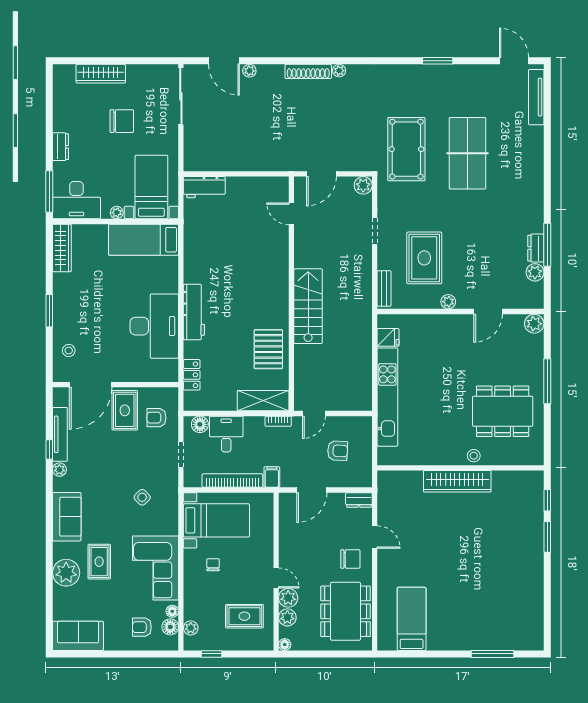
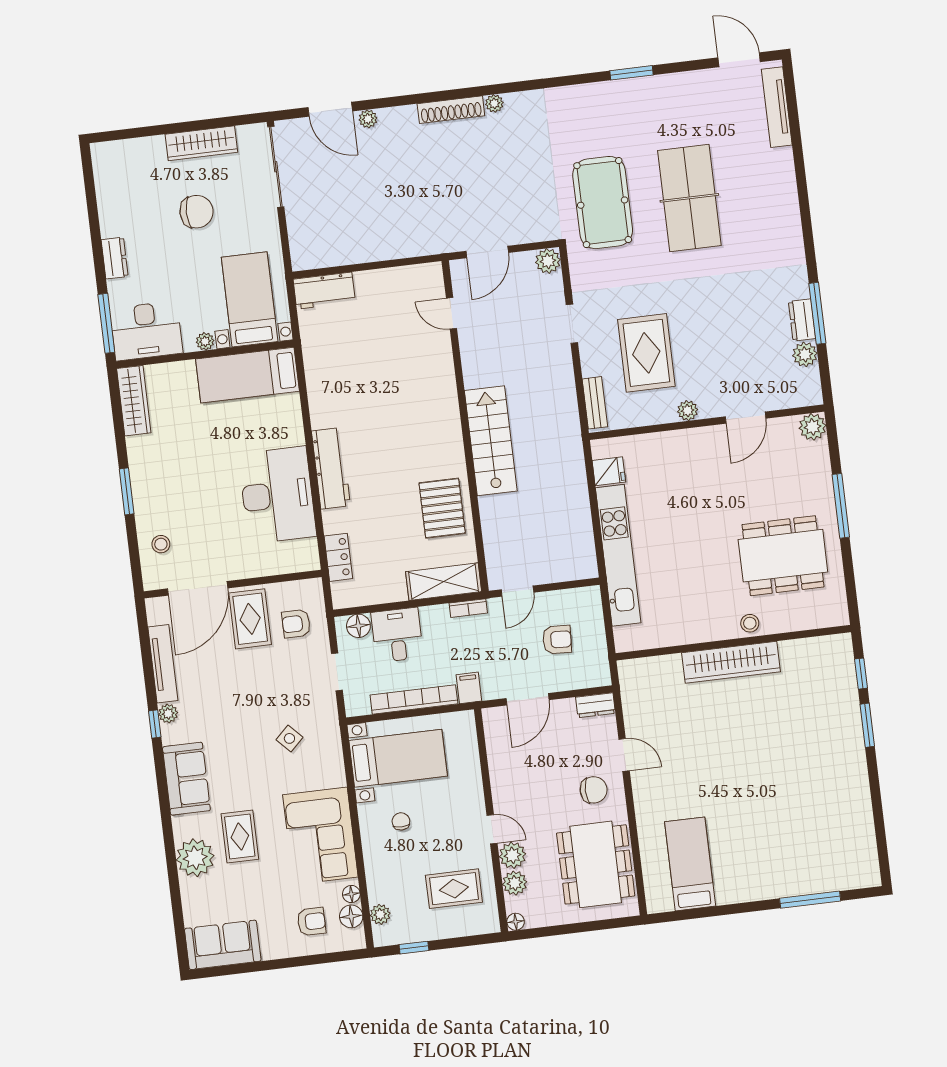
wardrobe: (101, 74) -> (201, 143), moved
window: (49, 449) -> (155, 724), moved
armchair: (142, 627) -> (311, 922), turned 180

